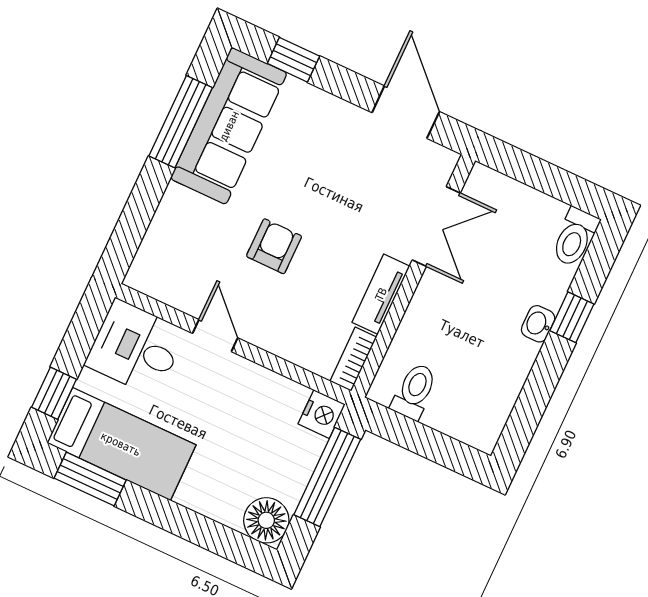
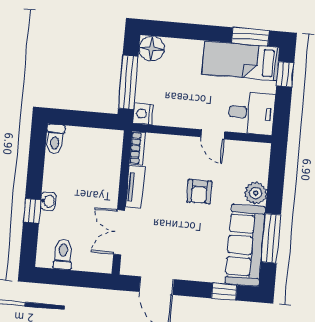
plant: (178, 208) -> (256, 193), added
toilet: (575, 237) -> (63, 254), moved
toilet: (414, 391) -> (55, 139), moved

